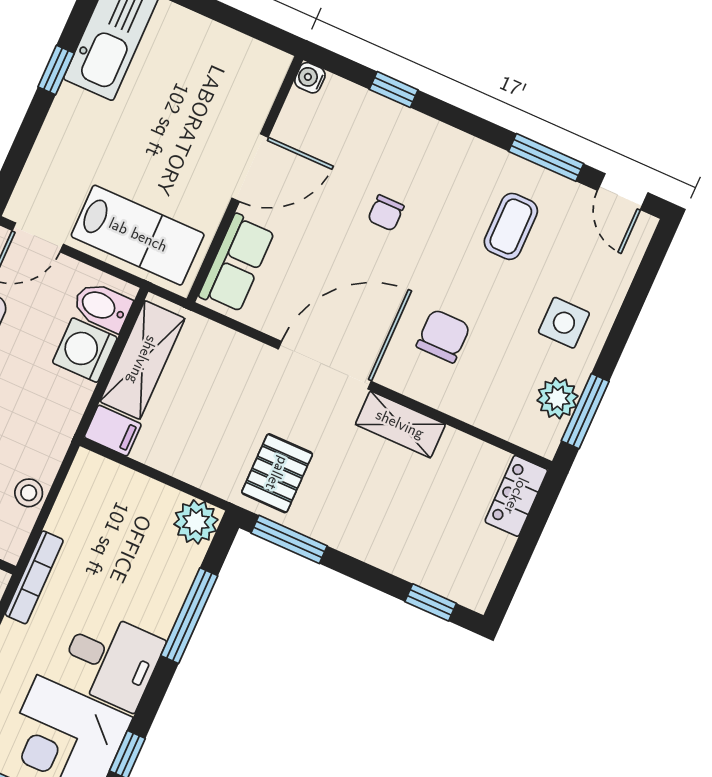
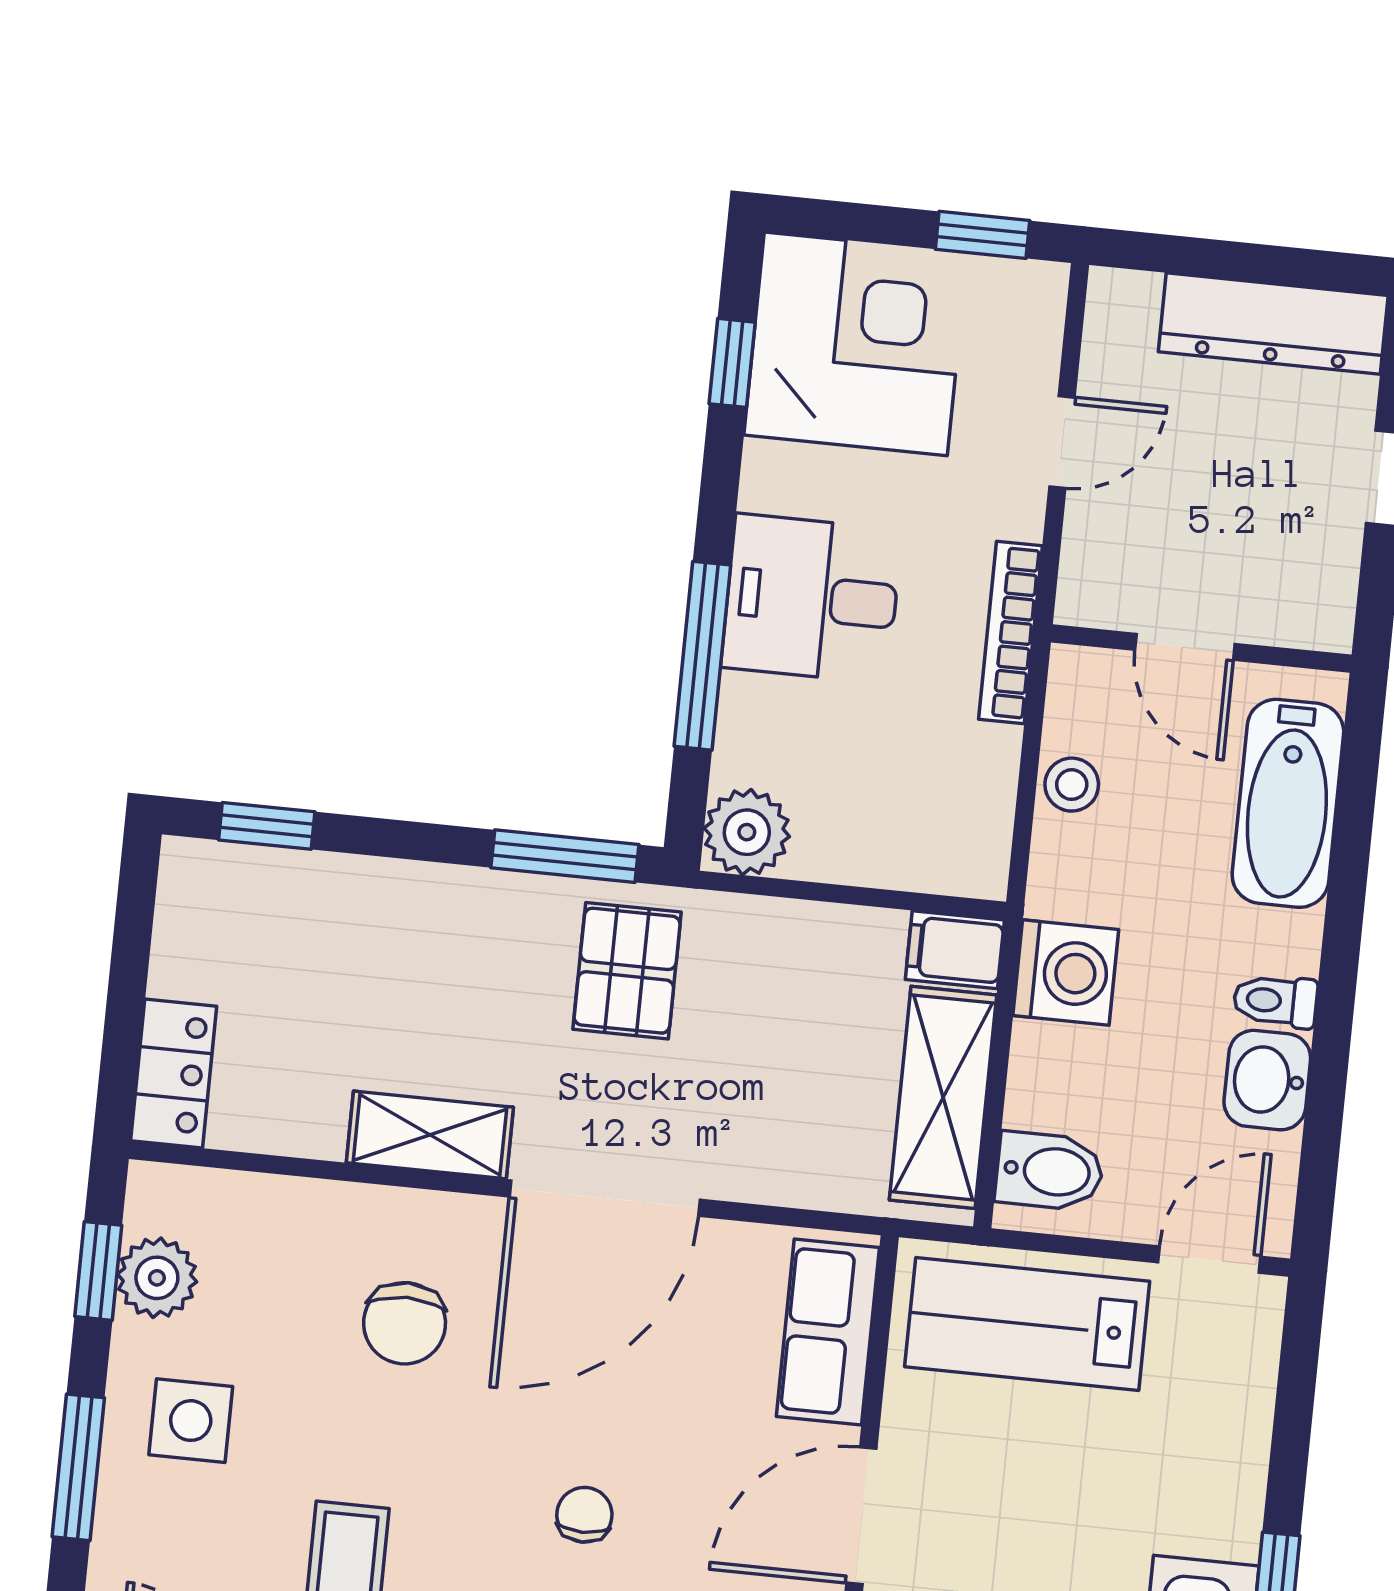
window: (627, 318) -> (78, 1467), added
washing machine: (85, 350) -> (1066, 973), moved
window: (585, 411) -> (98, 1271), width x0.67
desk: (111, 660) -> (812, 599), moved

